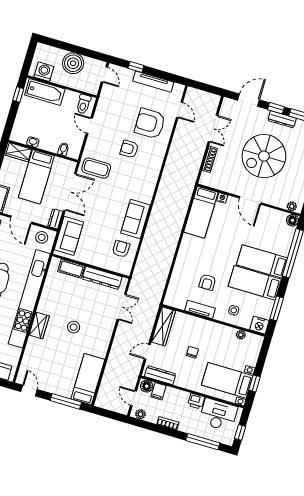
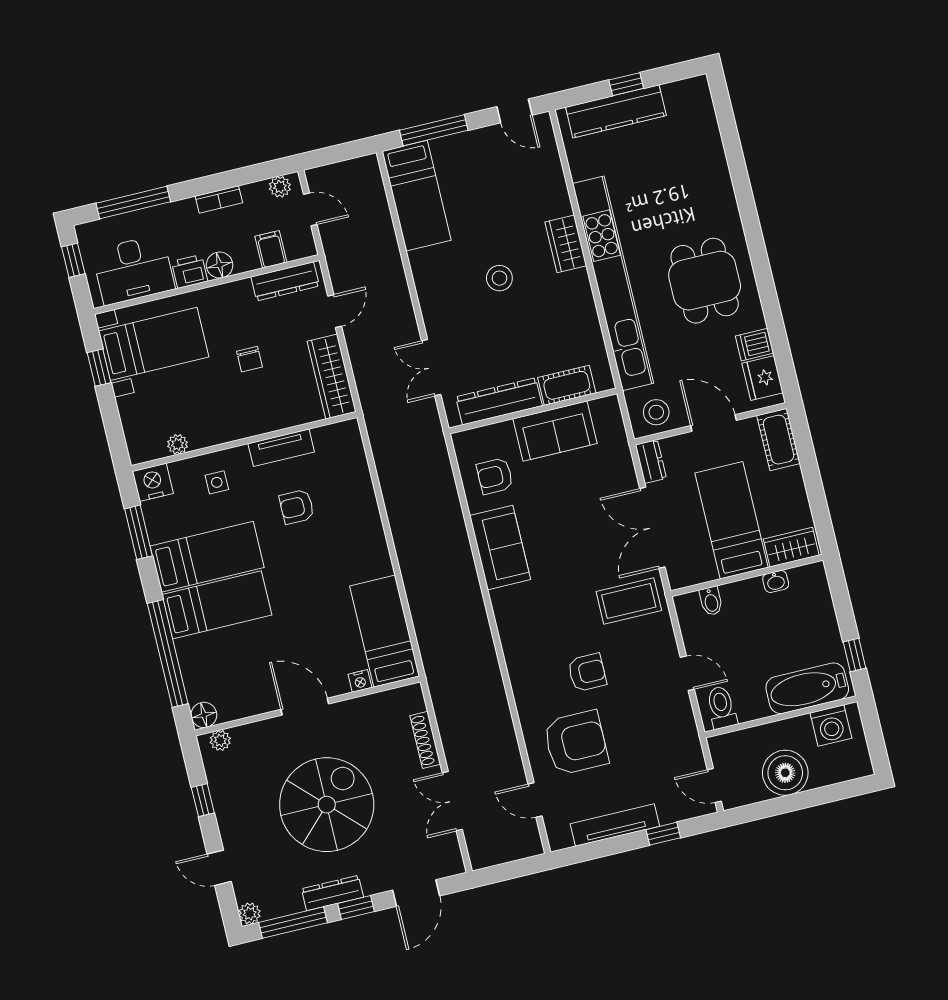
sofa: (69, 236) -> (555, 431), moved, turned -90
armchair: (121, 249) -> (495, 476), turned 90
armchair: (207, 282) -> (297, 507), turned -90
floor lamp: (147, 386) -> (220, 265), moved

